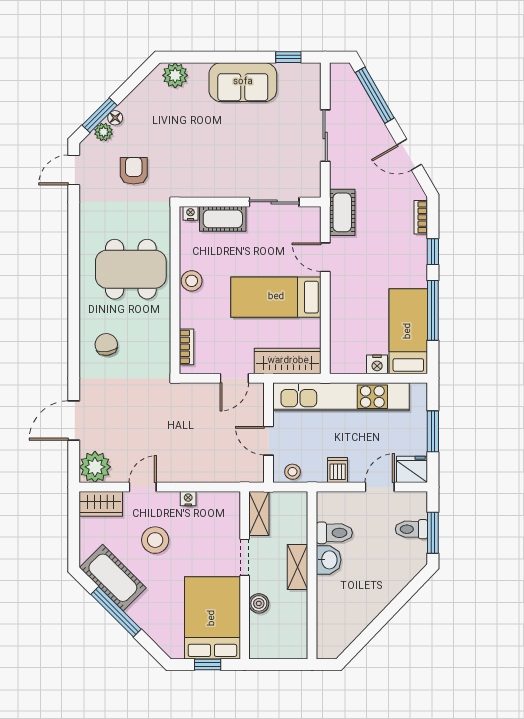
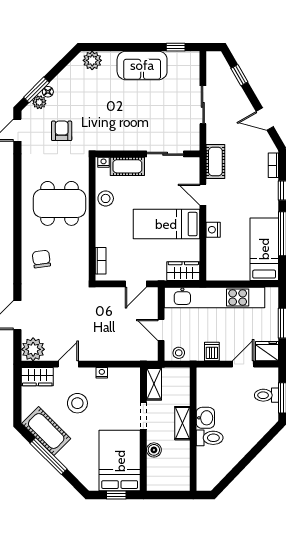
window: (375, 95) -> (239, 75), width x0.46
stool: (192, 281) -> (106, 198), moved
wardrobe: (288, 361) -> (183, 271), width x0.67
nightstand: (377, 364) -> (213, 230), moved, turned 90
toilet: (334, 533) -> (210, 438), moved

